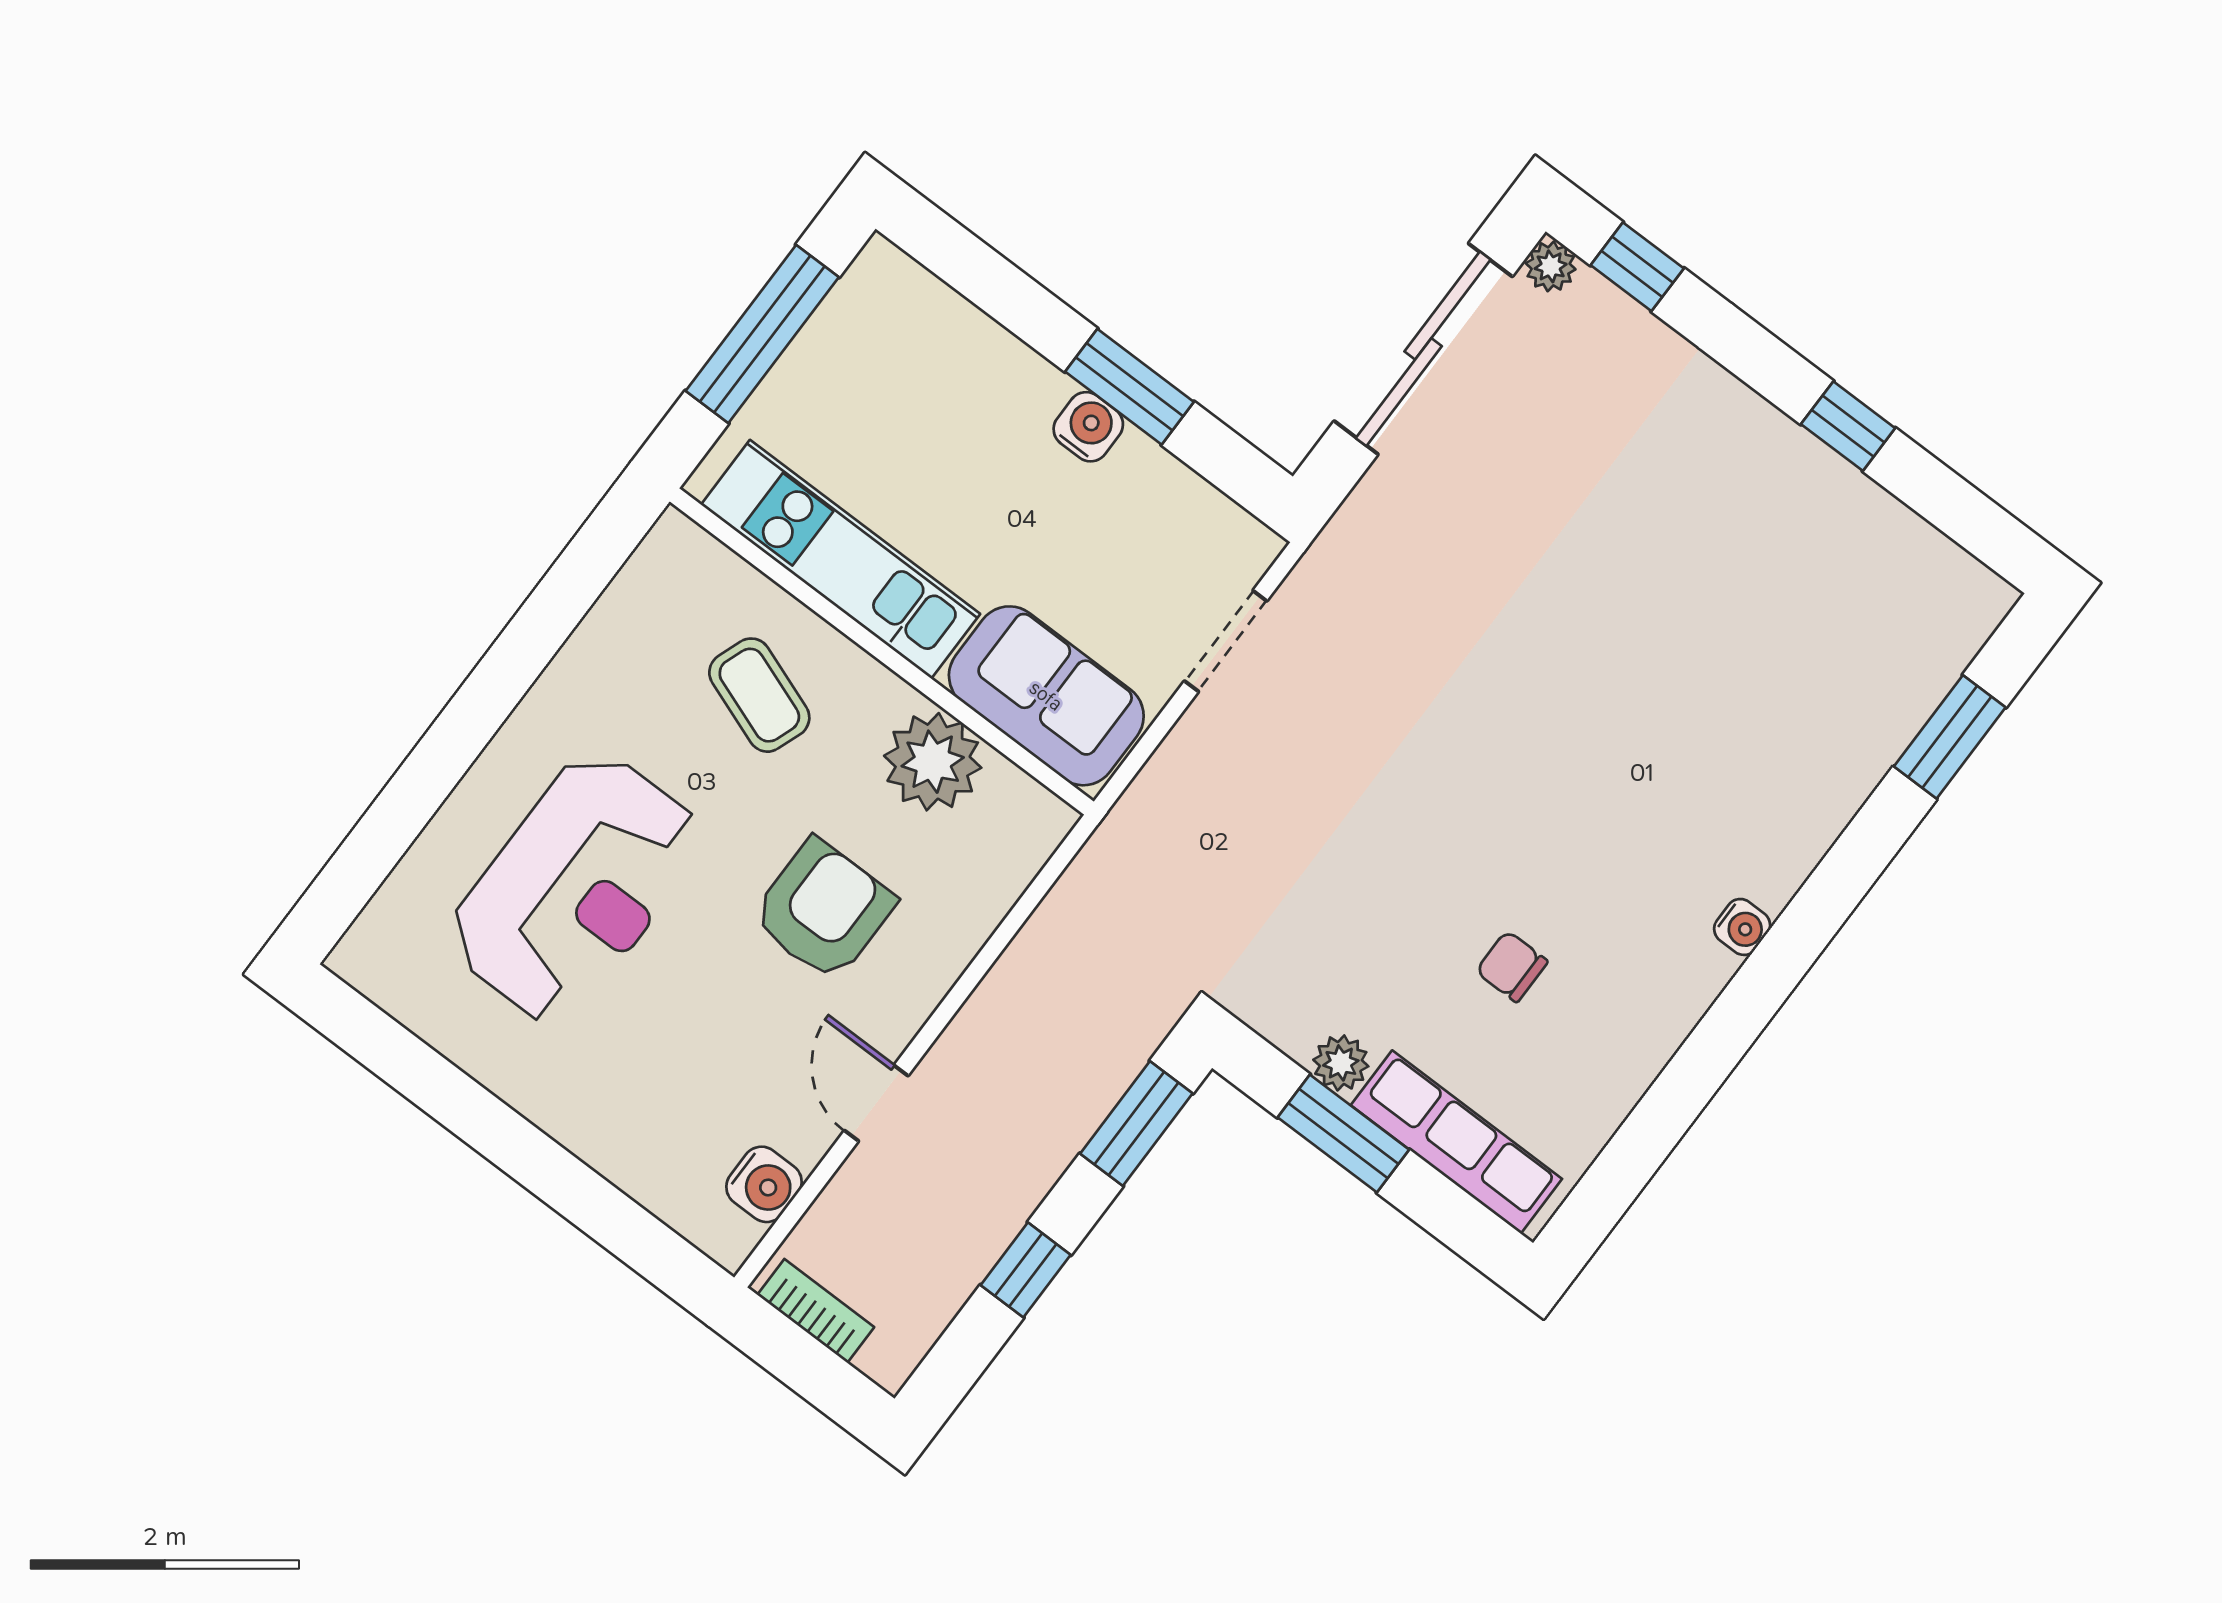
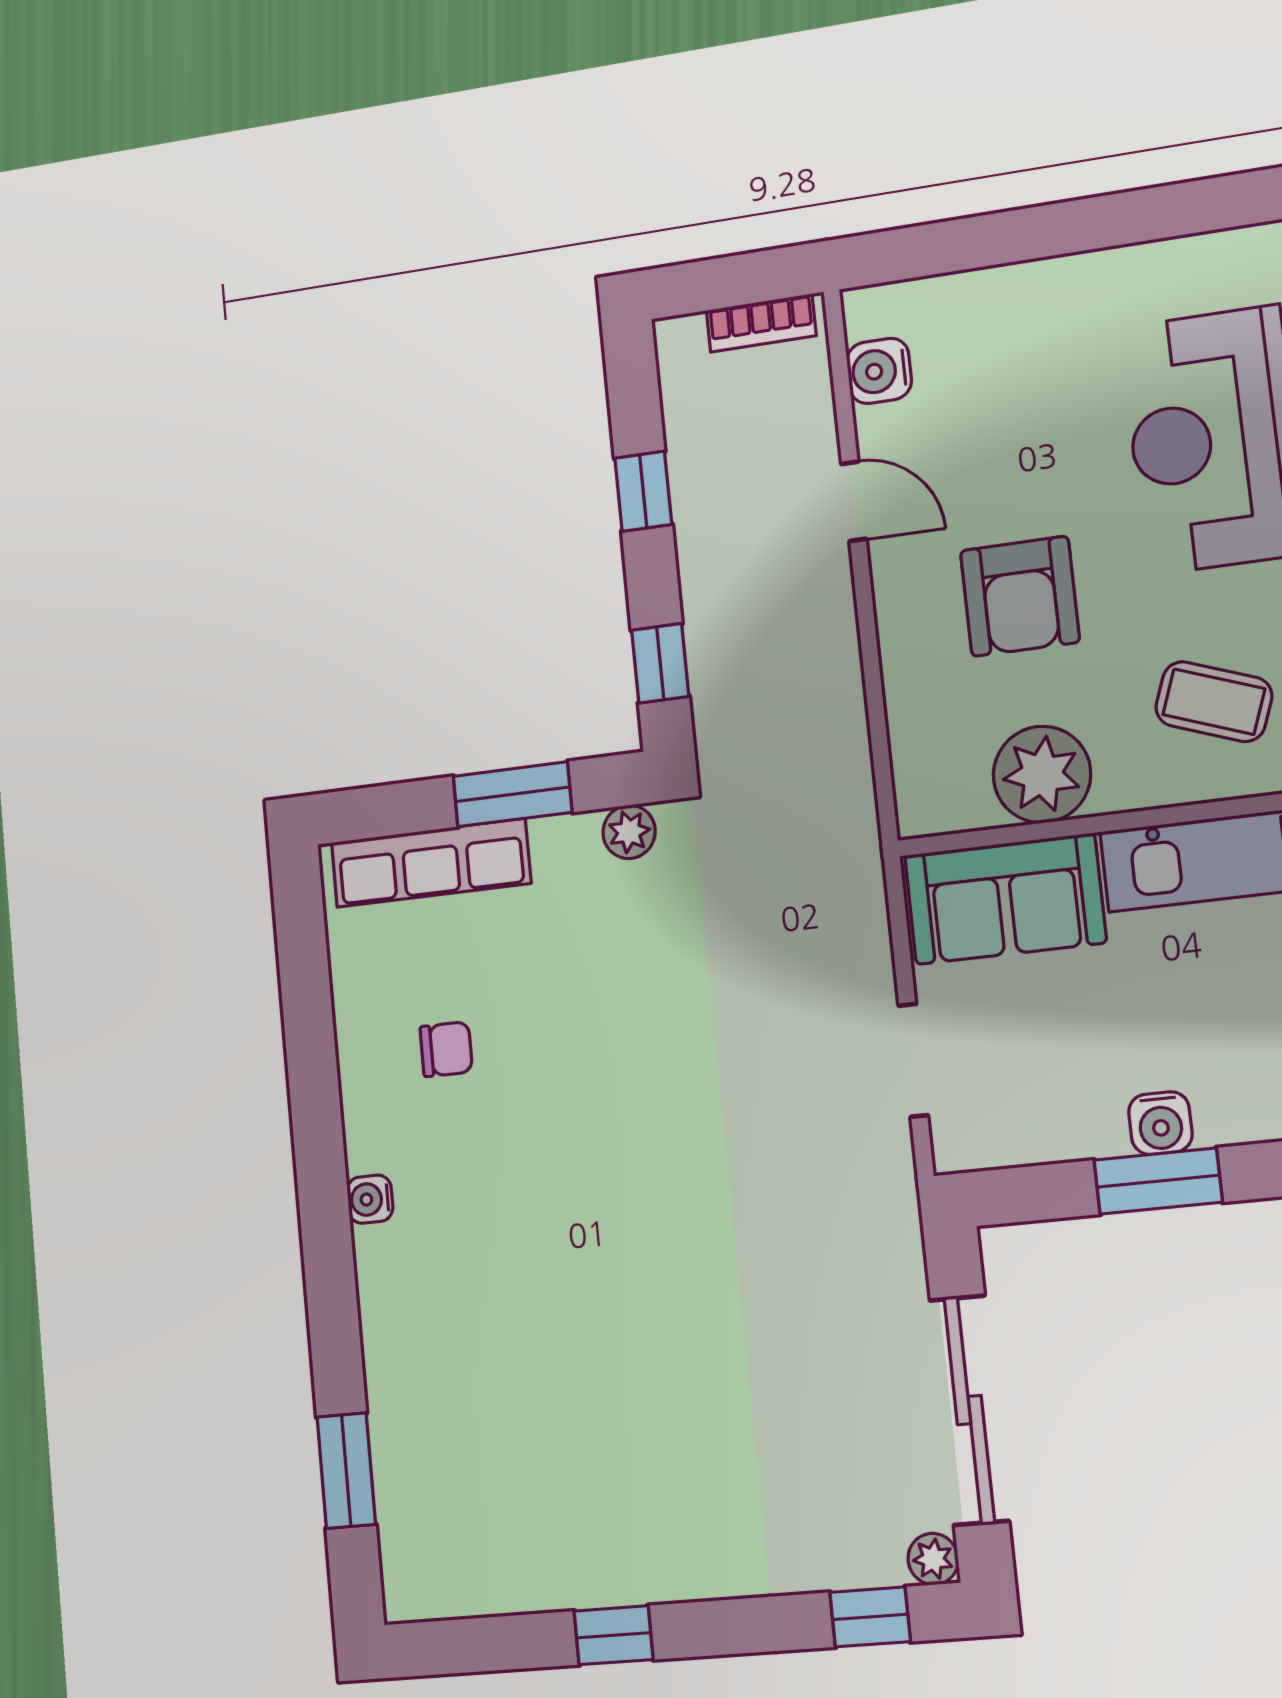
chair: (1512, 966) -> (446, 1049), moved
plant: (1341, 1063) -> (629, 832), moved
window: (1136, 1123) -> (660, 663), width x0.67

